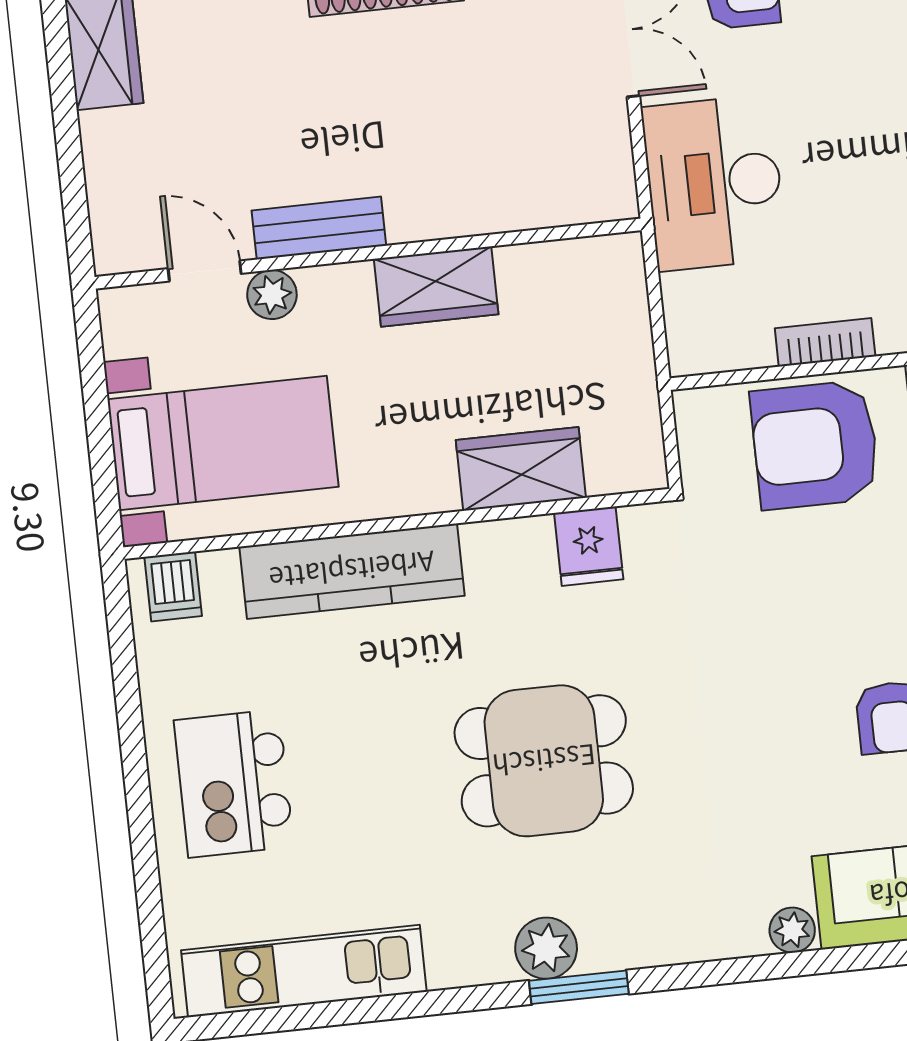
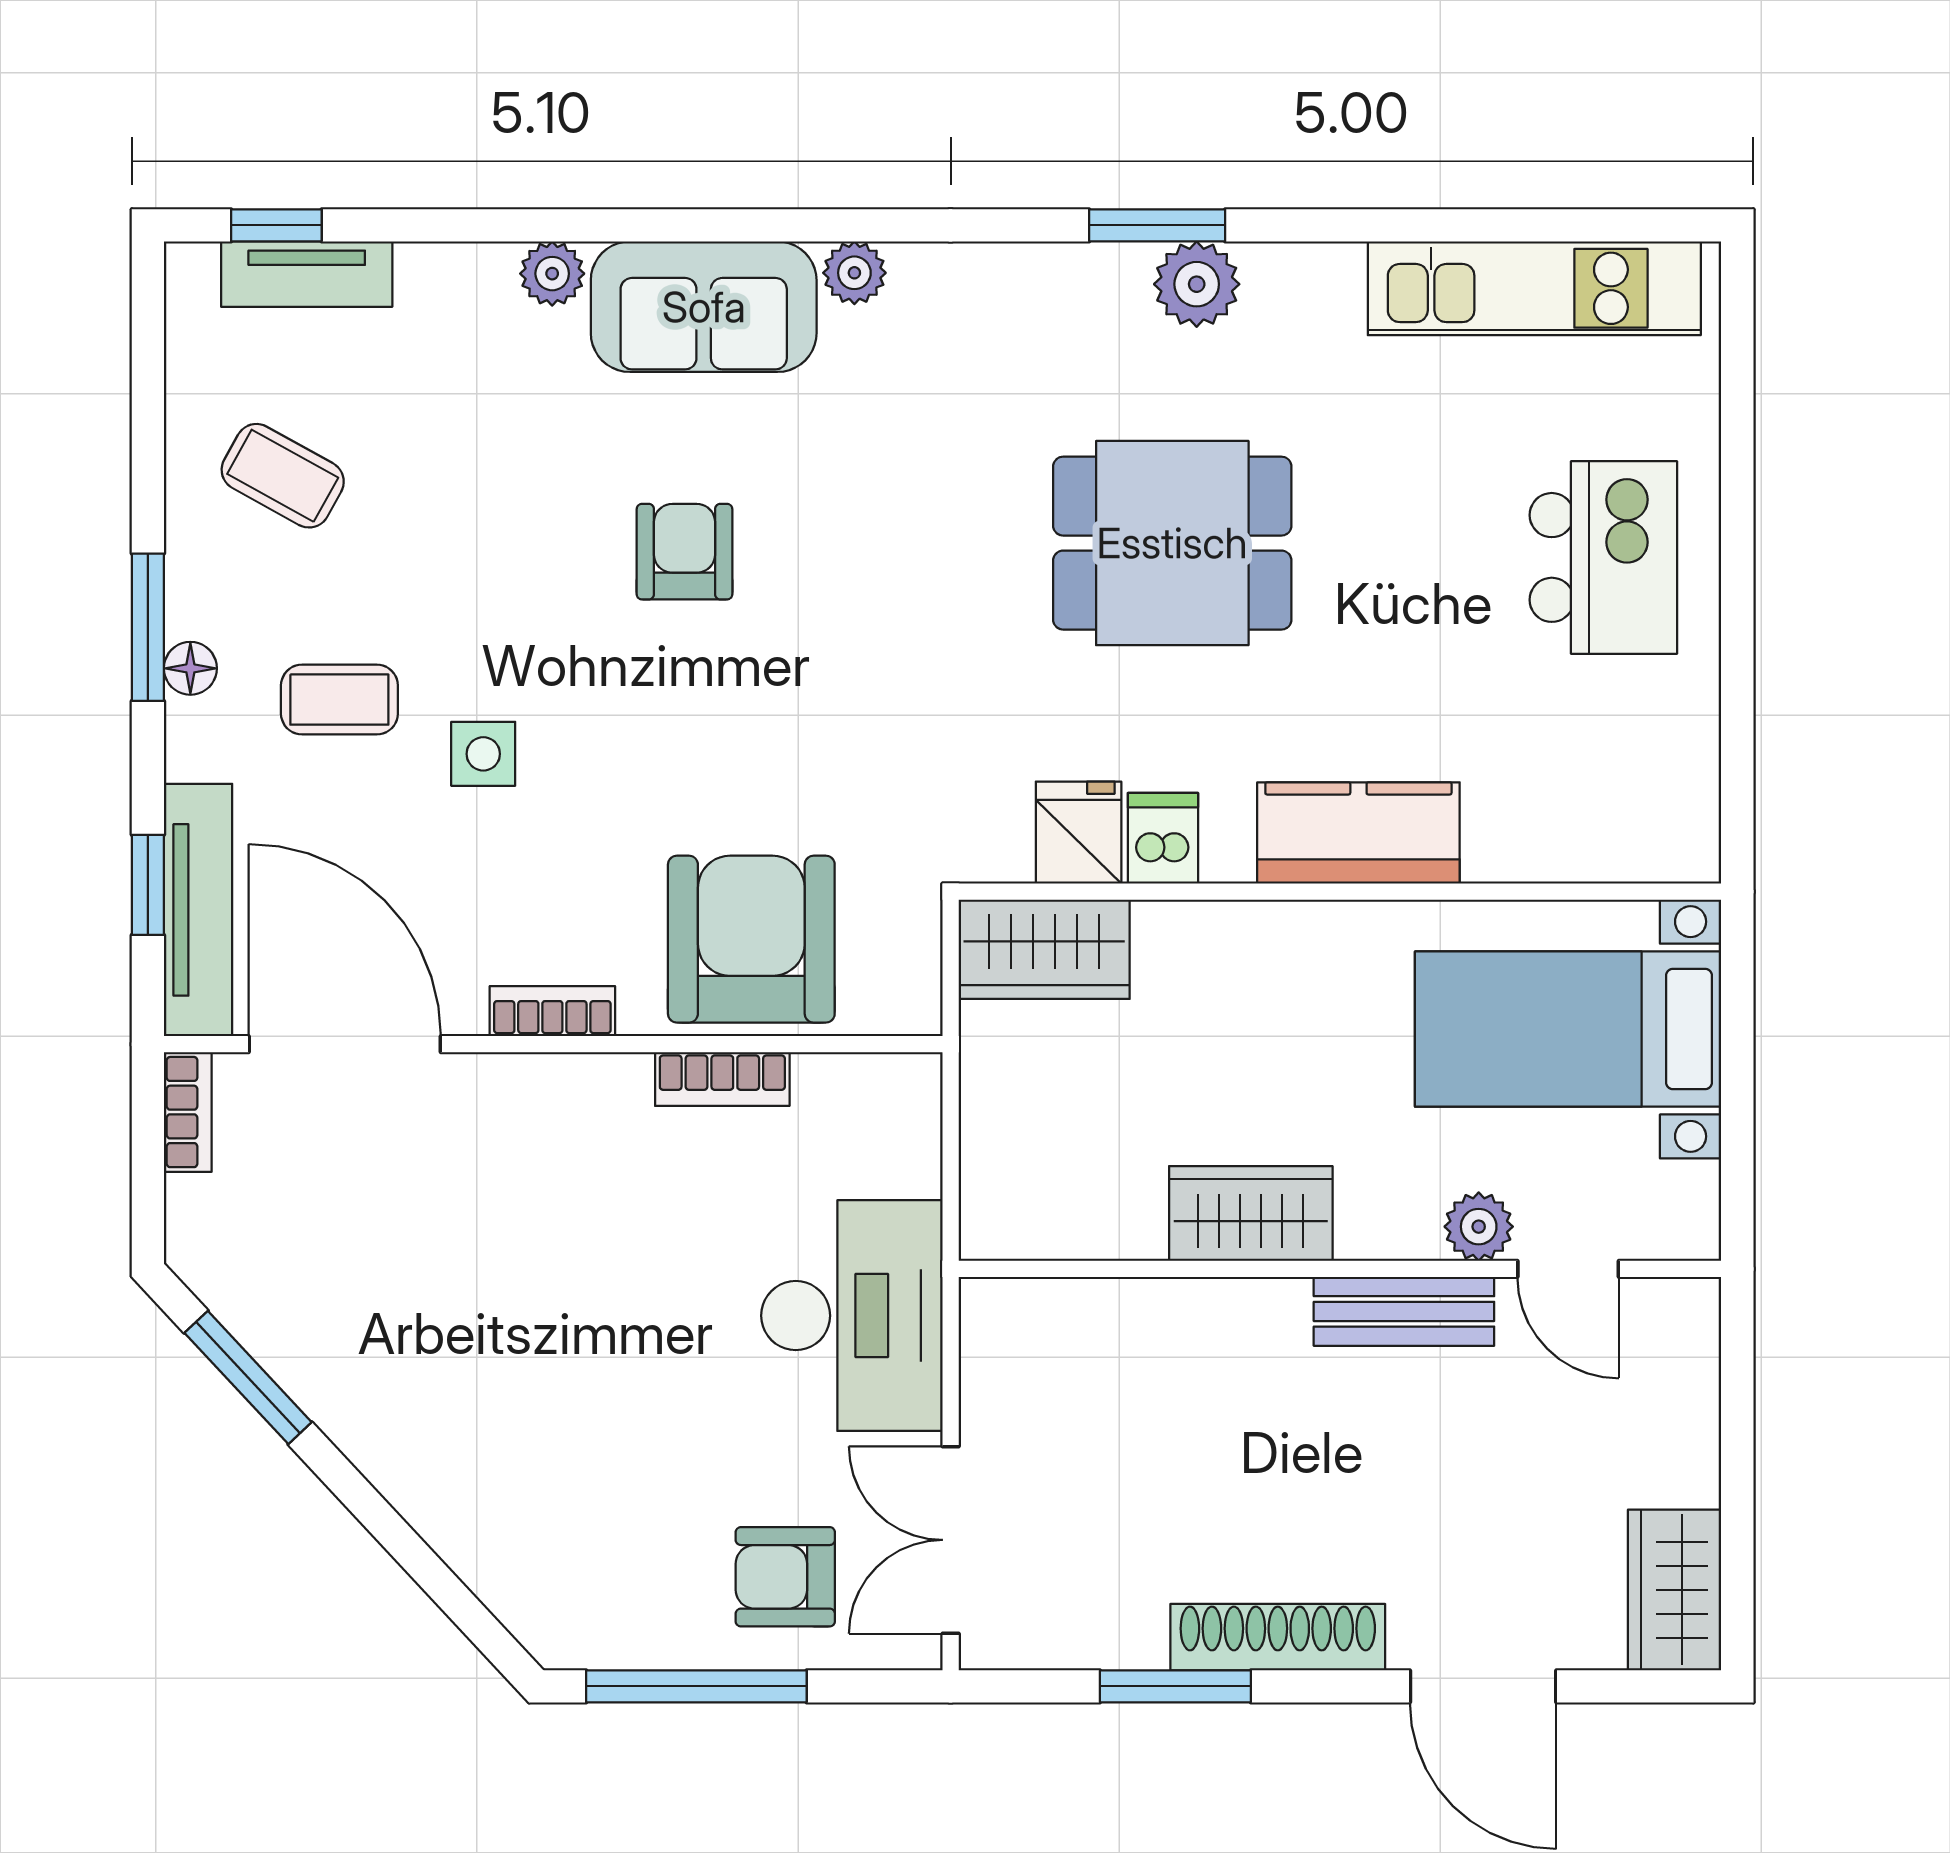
armchair: (815, 445) -> (751, 939), turned -90
wardrobe: (521, 469) -> (1044, 949), moved
kitchen counter: (352, 571) -> (1358, 833), width x0.67
dishwasher: (173, 586) -> (1163, 838), moved

